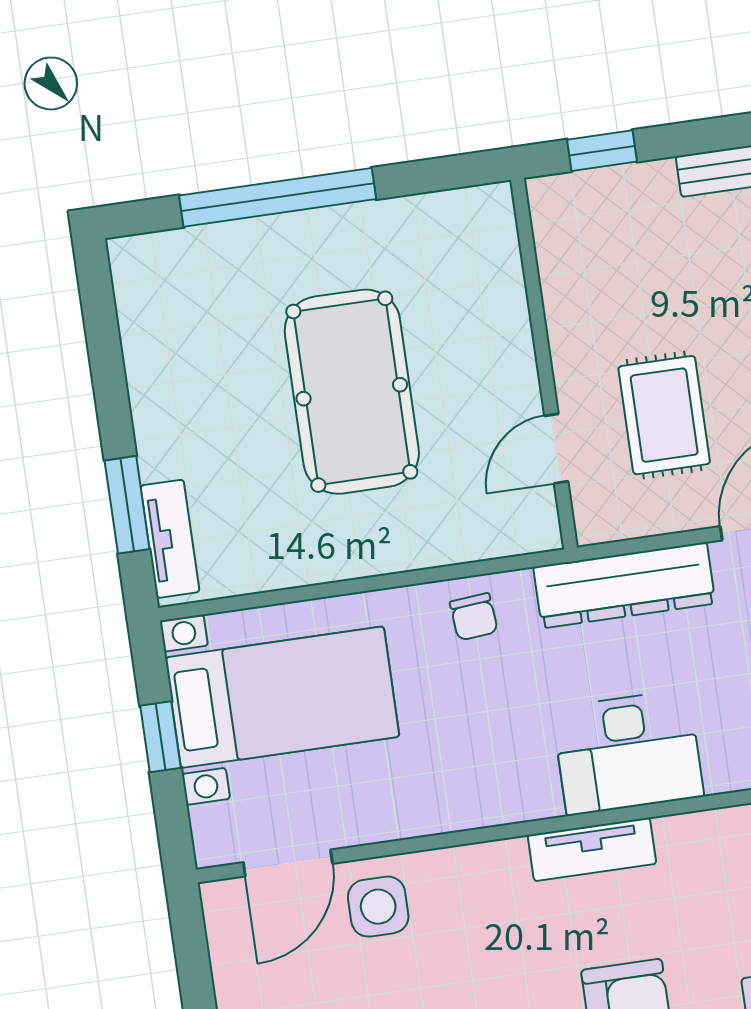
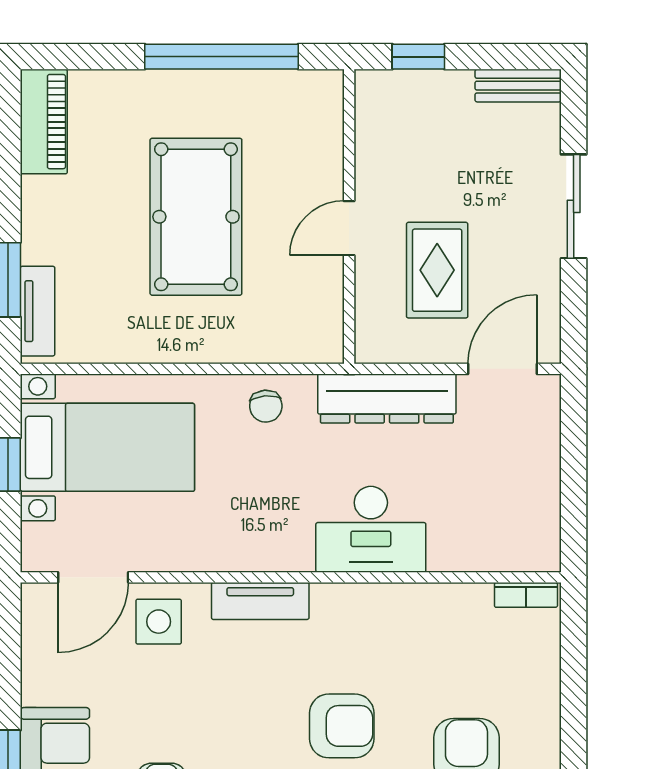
window: (278, 197) -> (221, 57), moved
piano: (144, 300) -> (44, 122), added
door: (556, 449) -> (349, 228), moved
tv unit: (592, 849) -> (260, 601), moved

